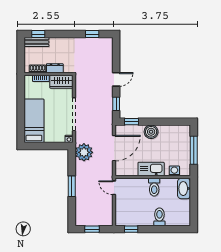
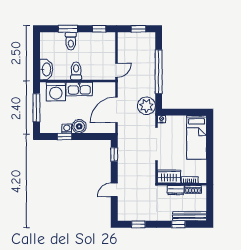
window: (38, 34) -> (178, 224), moved
bench: (36, 42) -> (190, 216), width x1.36
door: (116, 79) -> (114, 190), moved
window: (131, 122) -> (65, 137), moved
washing machine: (163, 130) -> (67, 129), added
washing machine: (174, 171) -> (56, 92), width x1.89, depth x1.89
window: (72, 186) -> (159, 72), width x2.11
door: (114, 188) -> (116, 70), hinge flipped
window: (162, 229) -> (68, 29), added

